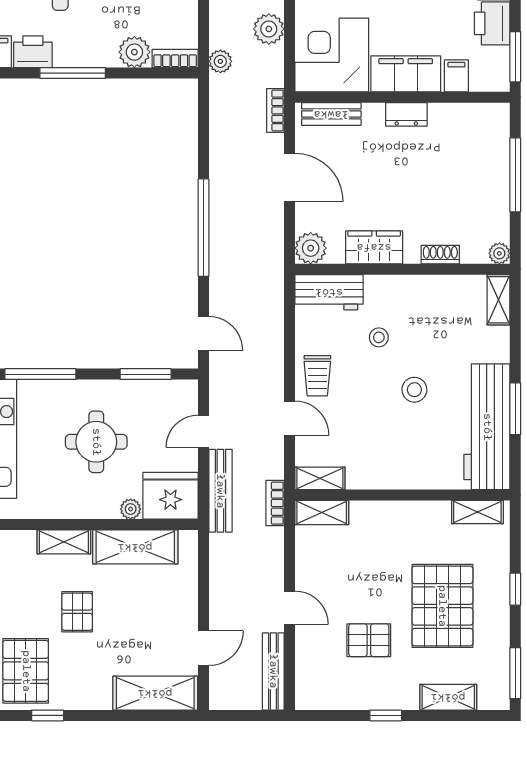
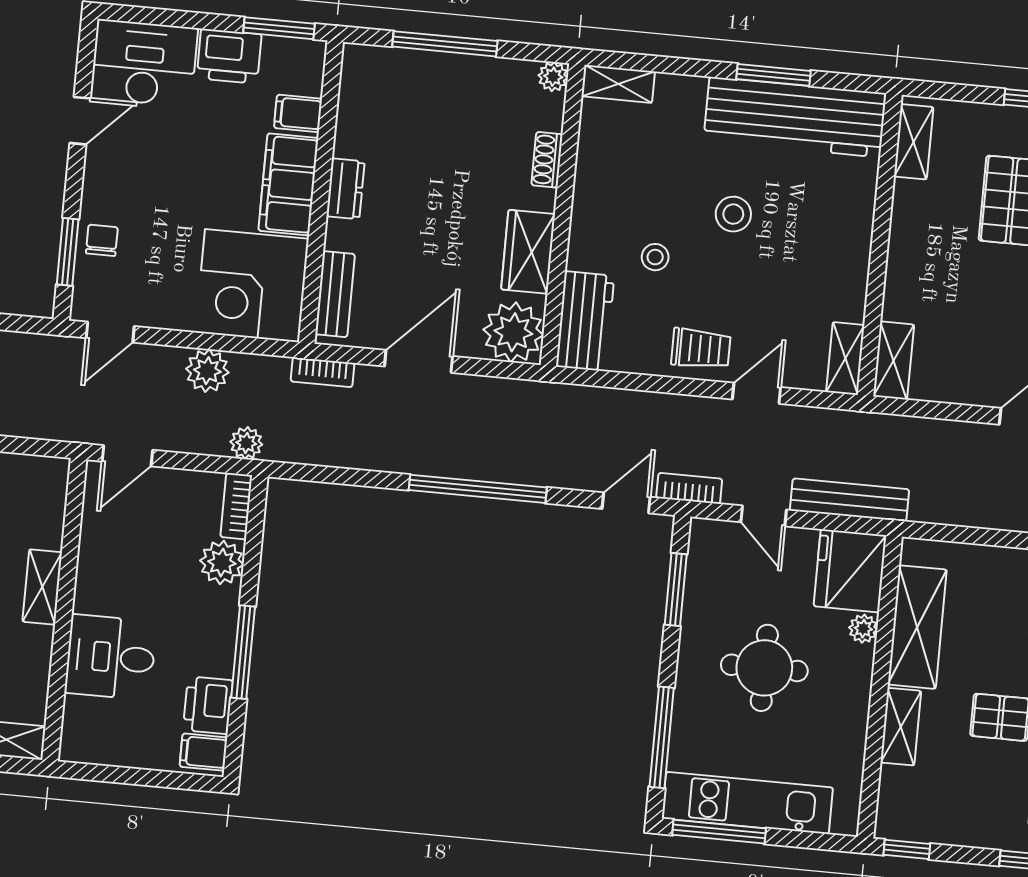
plant: (311, 248) -> (513, 332), width x1.36, depth x1.36
bookcase: (275, 503) -> (689, 488), moved, turned 180

